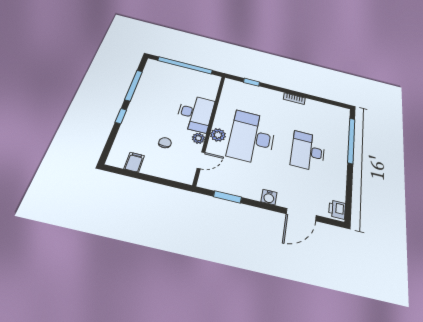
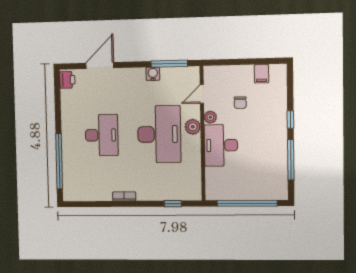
window: (228, 197) -> (169, 64), width x1.44
water cooler: (269, 197) -> (153, 74), moved

